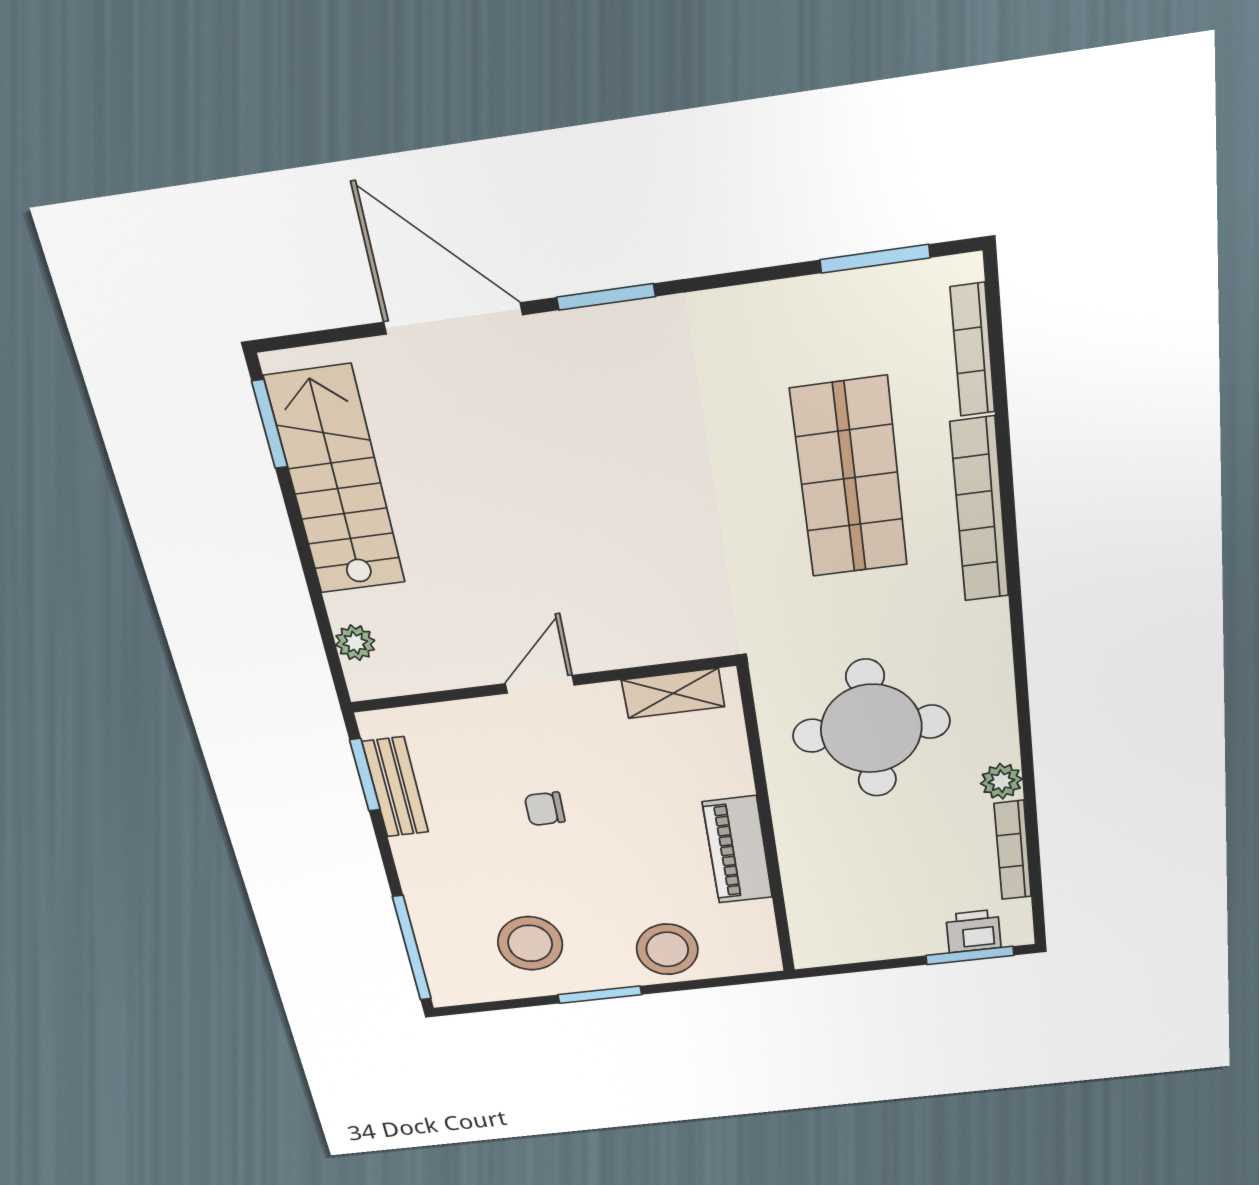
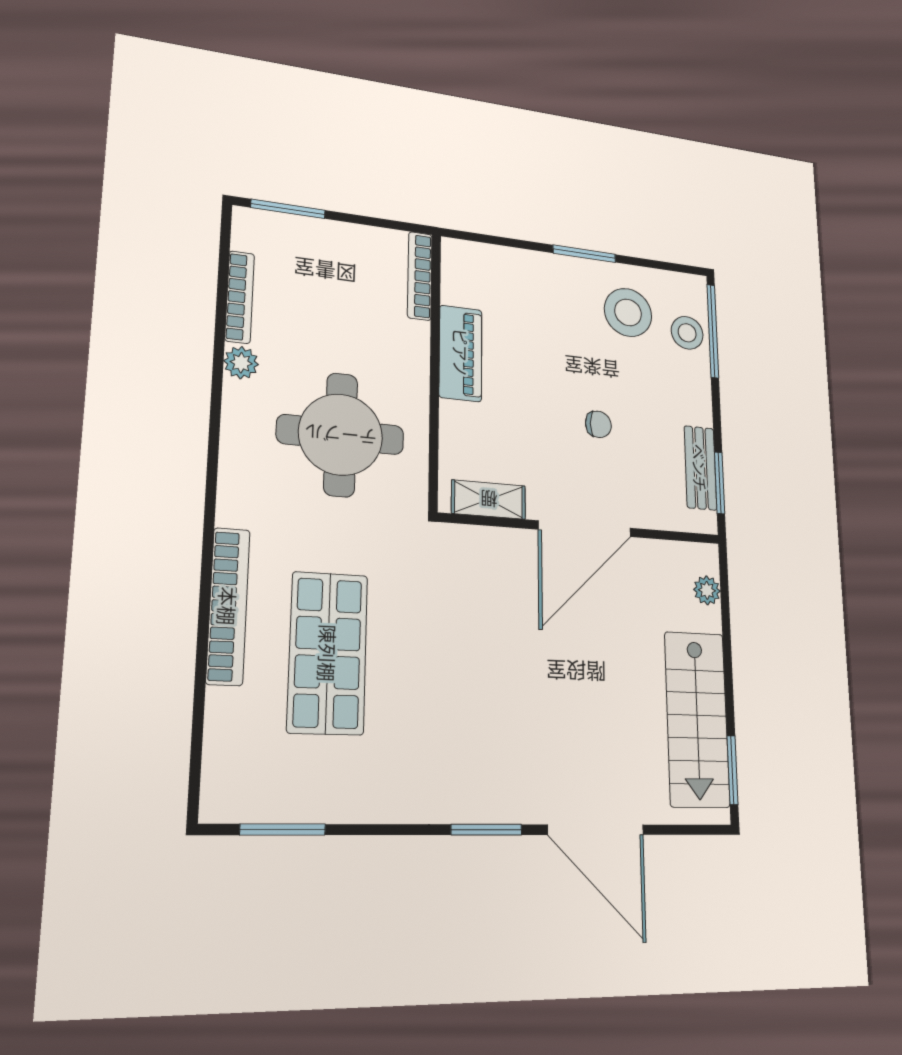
bookcase: (973, 350) -> (420, 276), moved, turned 180
door: (540, 684) -> (585, 529), width x1.87
printer: (973, 931) -> (282, 231), removed
stool: (667, 949) -> (687, 333), moved, width x0.73, depth x0.73

